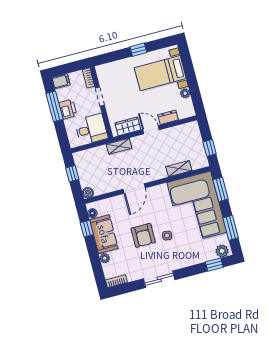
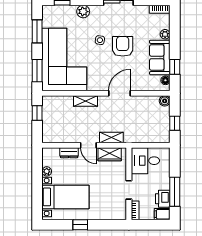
printer: (68, 109) -> (163, 199), moved
shelving: (119, 146) -> (111, 137), moved
shelving: (179, 169) -> (85, 101), moved
plant: (222, 251) -> (83, 12), moved

